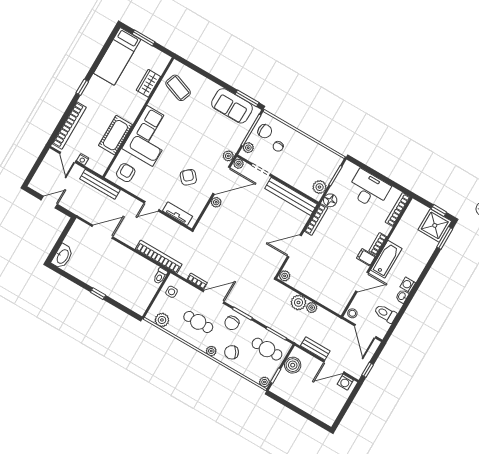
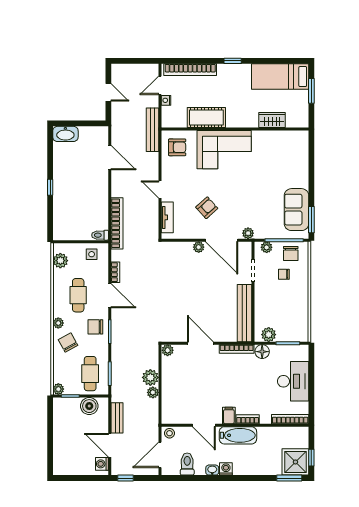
coffee table: (178, 88) -> (284, 150), removed
plant: (238, 164) -> (246, 247), removed

